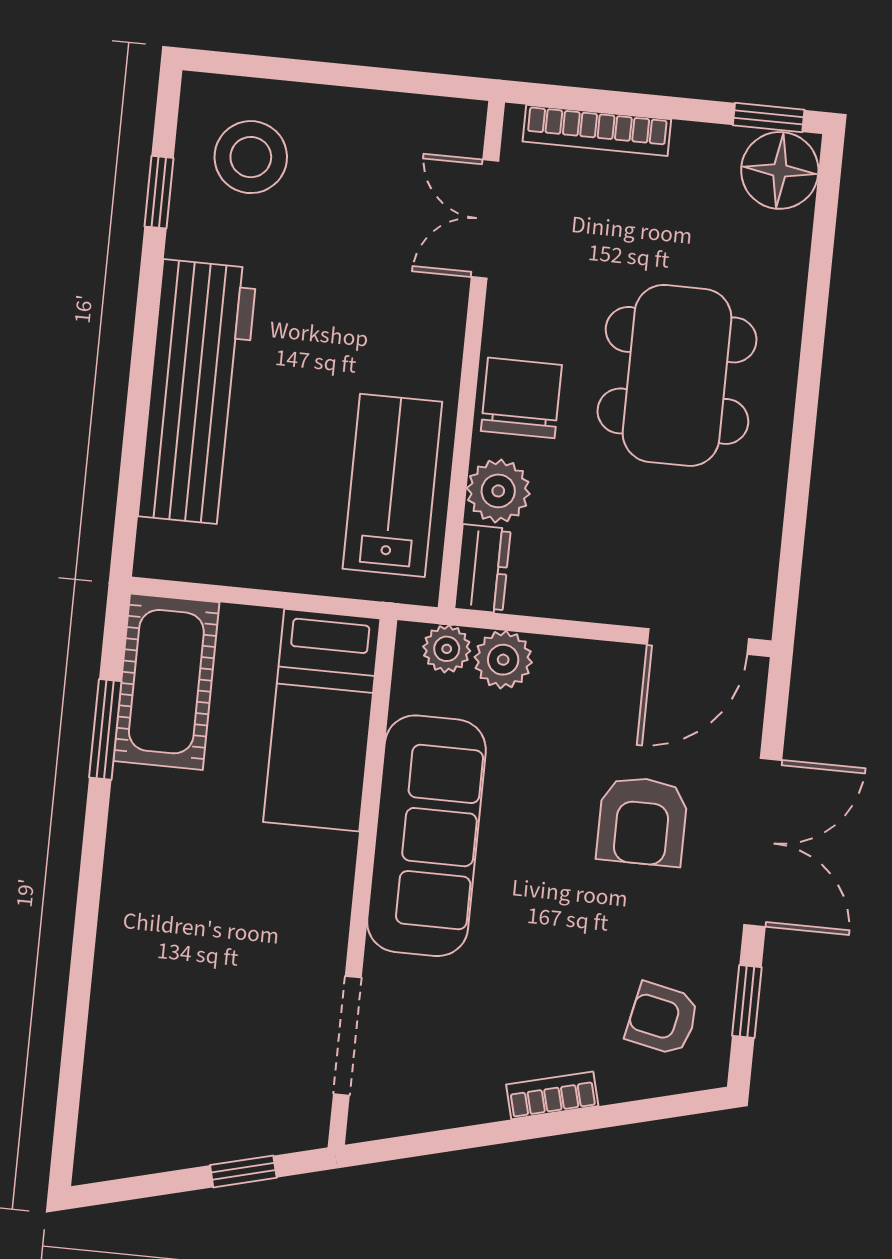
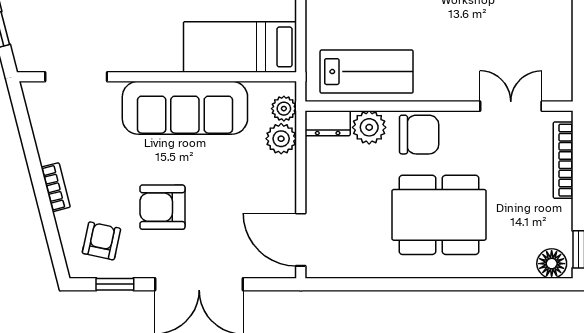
floor lamp: (780, 170) -> (552, 264), width x0.73, depth x0.73
armchair: (642, 821) -> (162, 207), moved

